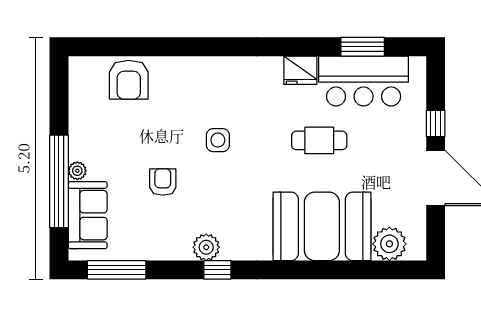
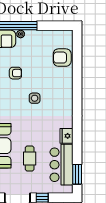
window: (363, 47) -> (77, 174), moved
cafe table: (319, 140) -> (30, 159), moved

